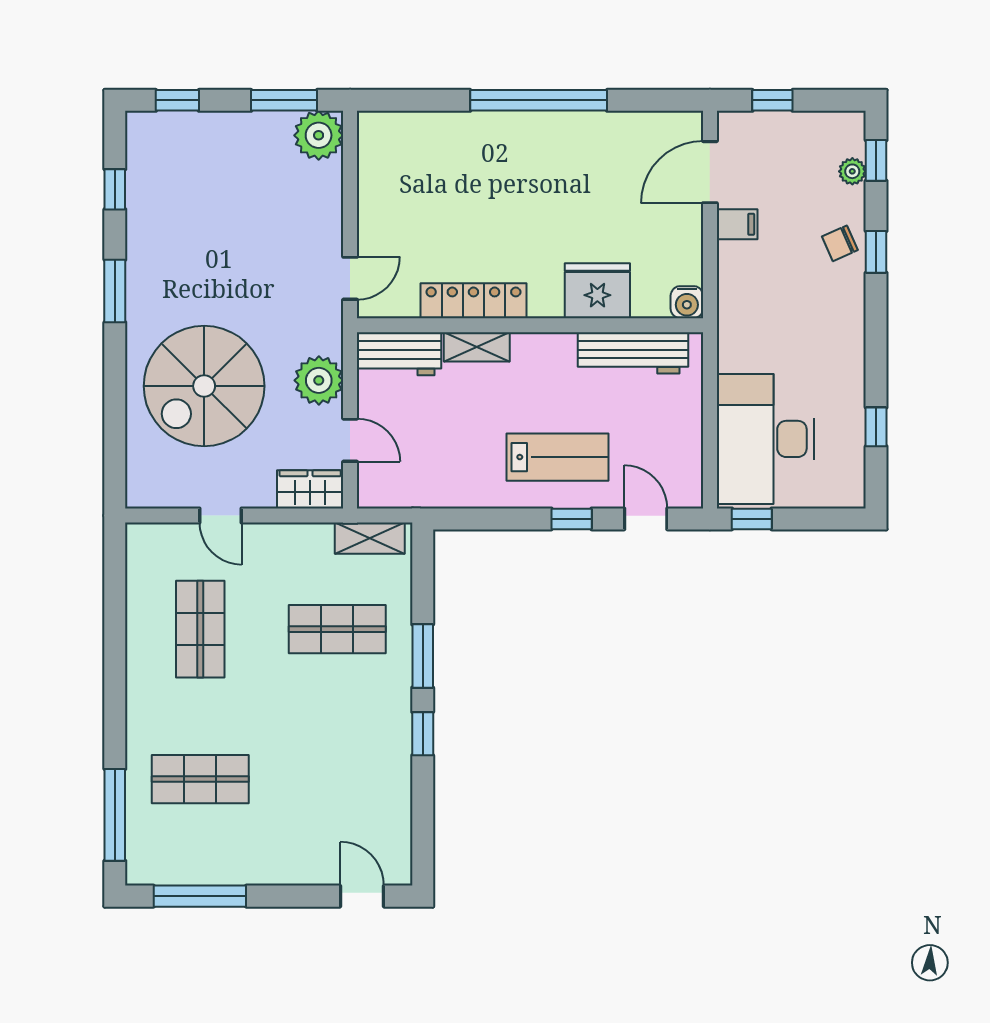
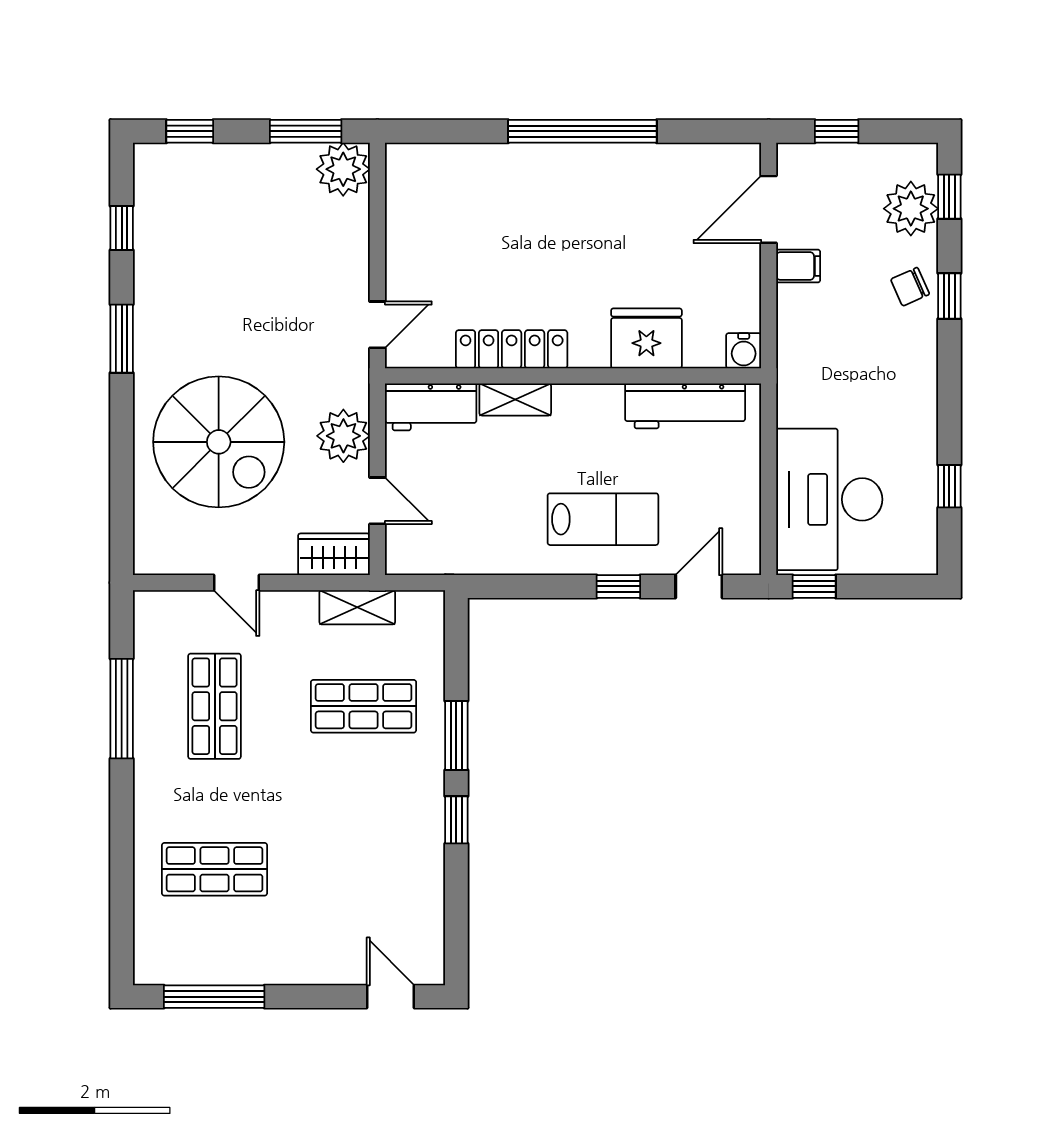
plant: (852, 171) -> (911, 209), width x1.88, depth x1.88
spiral stairs: (204, 386) -> (219, 442), turned -90
door: (646, 519) -> (699, 586), hinge flipped
shelving: (370, 538) -> (357, 607), moved
window: (115, 815) -> (122, 709), moved

